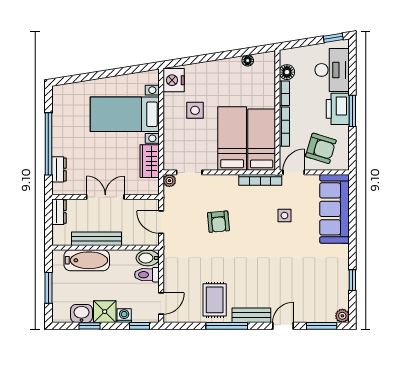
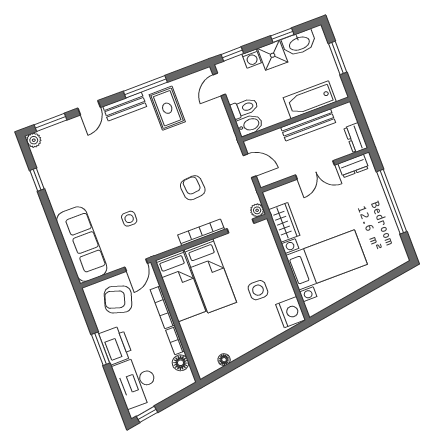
dresser: (59, 169) -> (353, 166), moved, turned -90
bookcase: (260, 180) -> (201, 232), moved
washbasin: (82, 314) -> (299, 43), width x1.38

